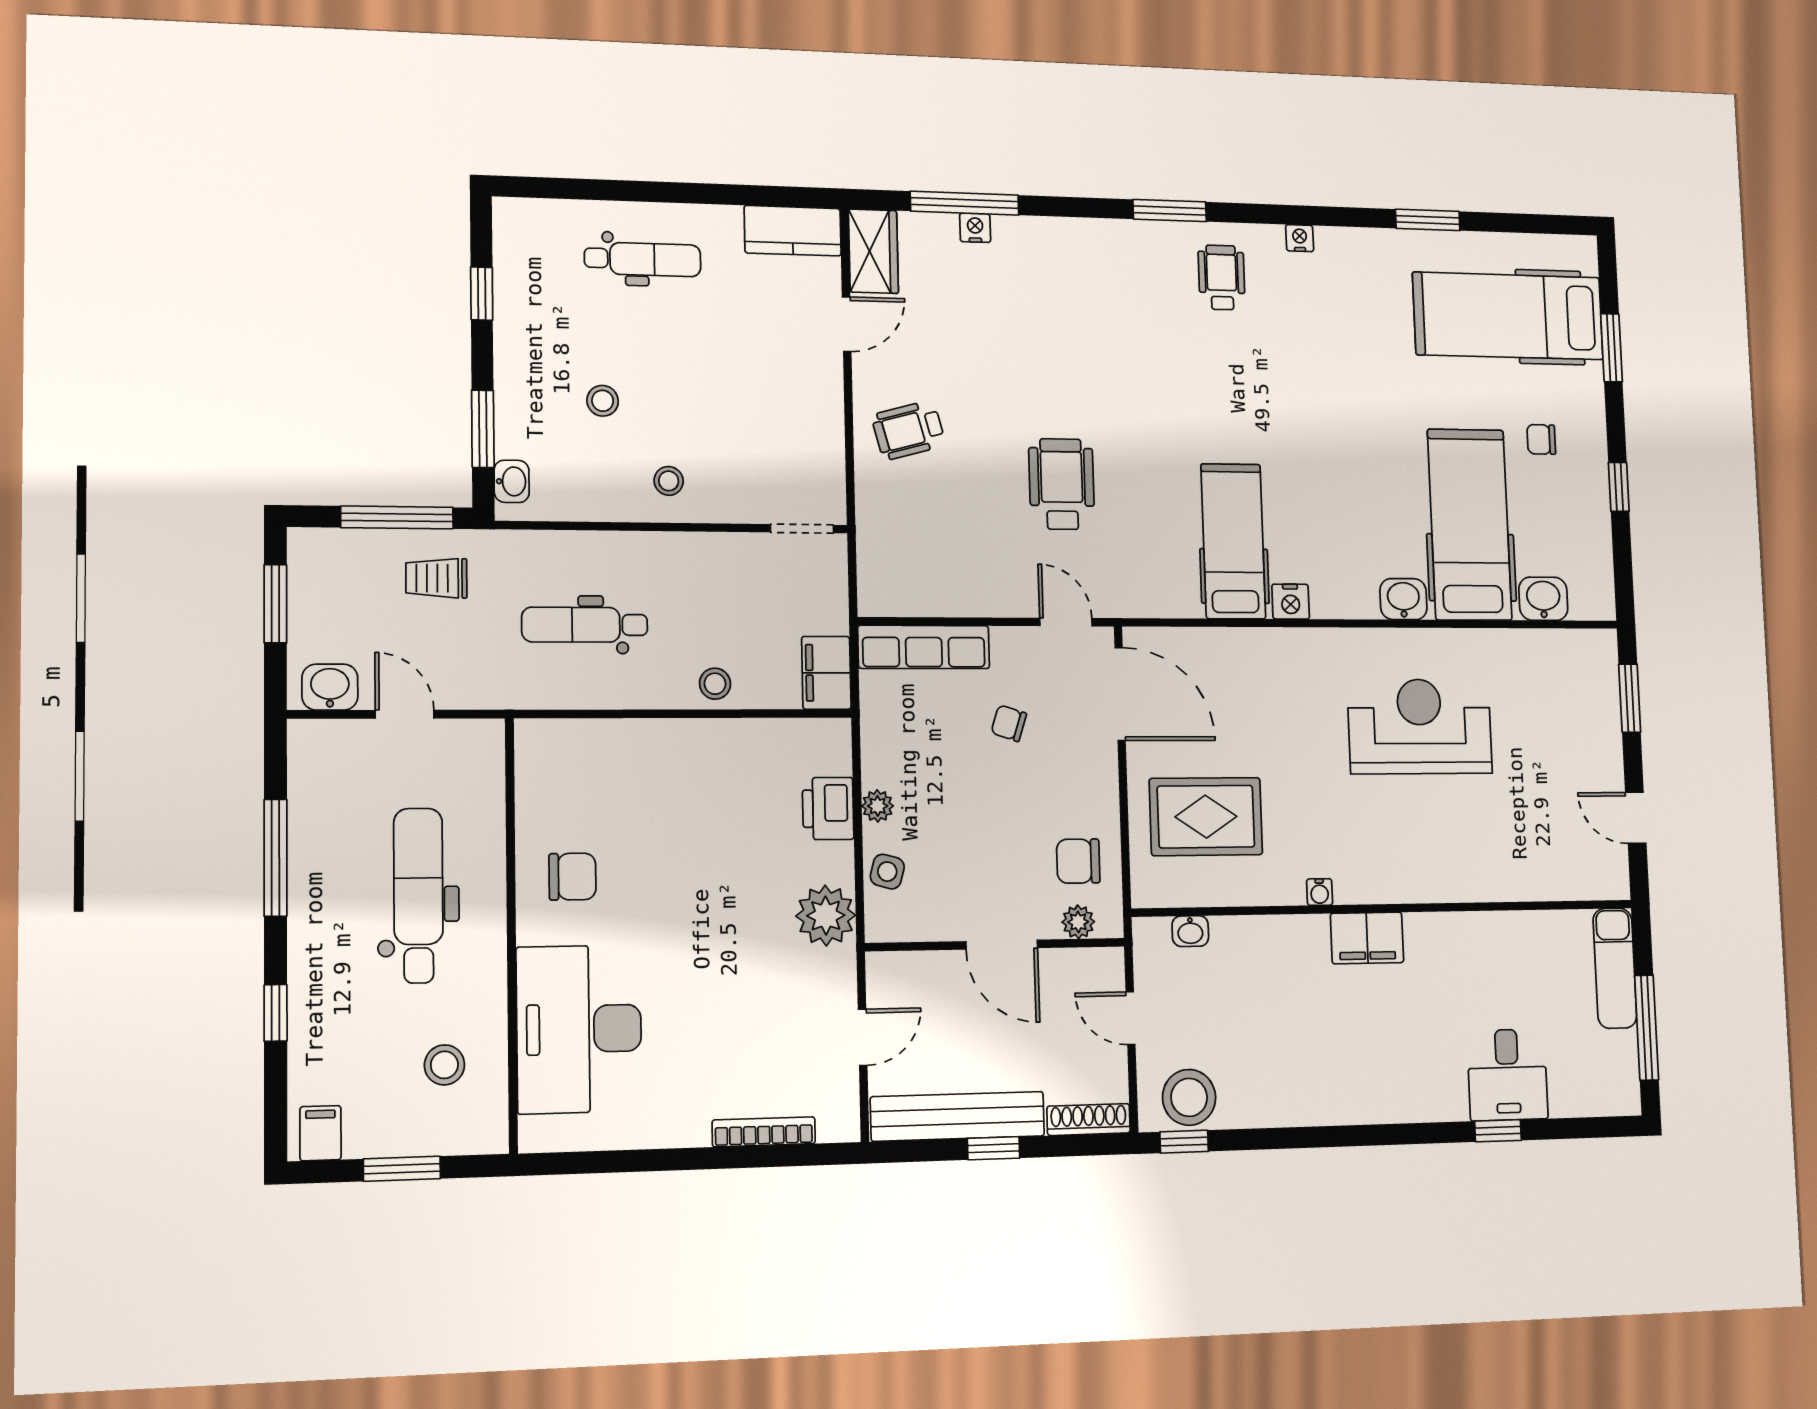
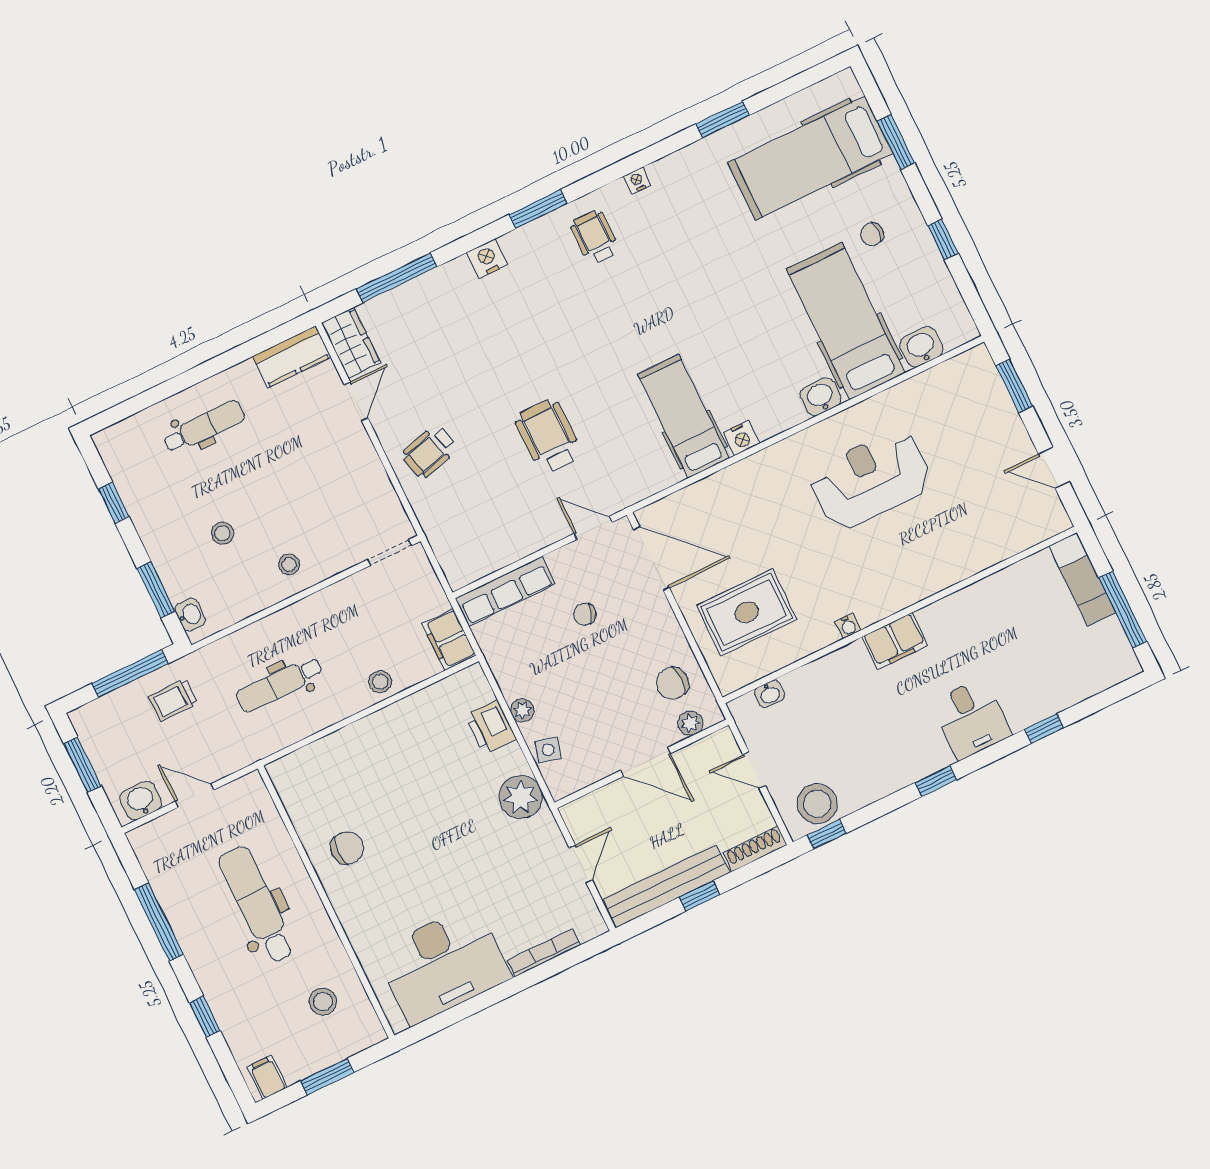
nightstand: (975, 228) -> (487, 258), moved, width x1.39, depth x1.35
desk: (579, 1029) -> (443, 964), moved, turned -90
desk: (1507, 1075) -> (971, 719), moved
window: (1344, 1136) -> (936, 781), added

